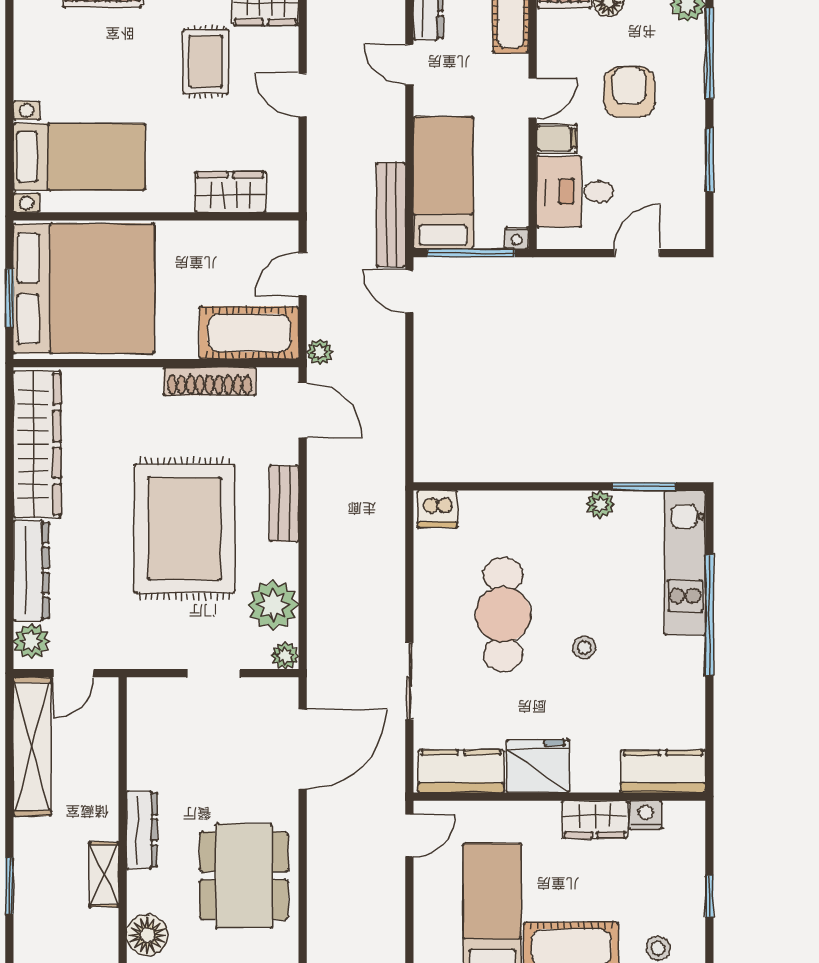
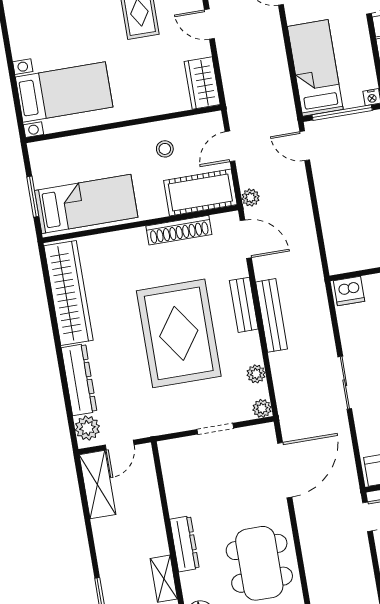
wardrobe: (230, 192) -> (202, 83), moved, turned -90
bench: (391, 215) -> (272, 315), moved
stool: (209, 262) -> (165, 149), added
bed: (84, 288) -> (86, 204), width x0.49
plant: (273, 605) -> (256, 374), width x0.53, depth x0.53
sliding door: (409, 681) -> (345, 383), moved
shelving: (32, 746) -> (97, 485), width x0.68

